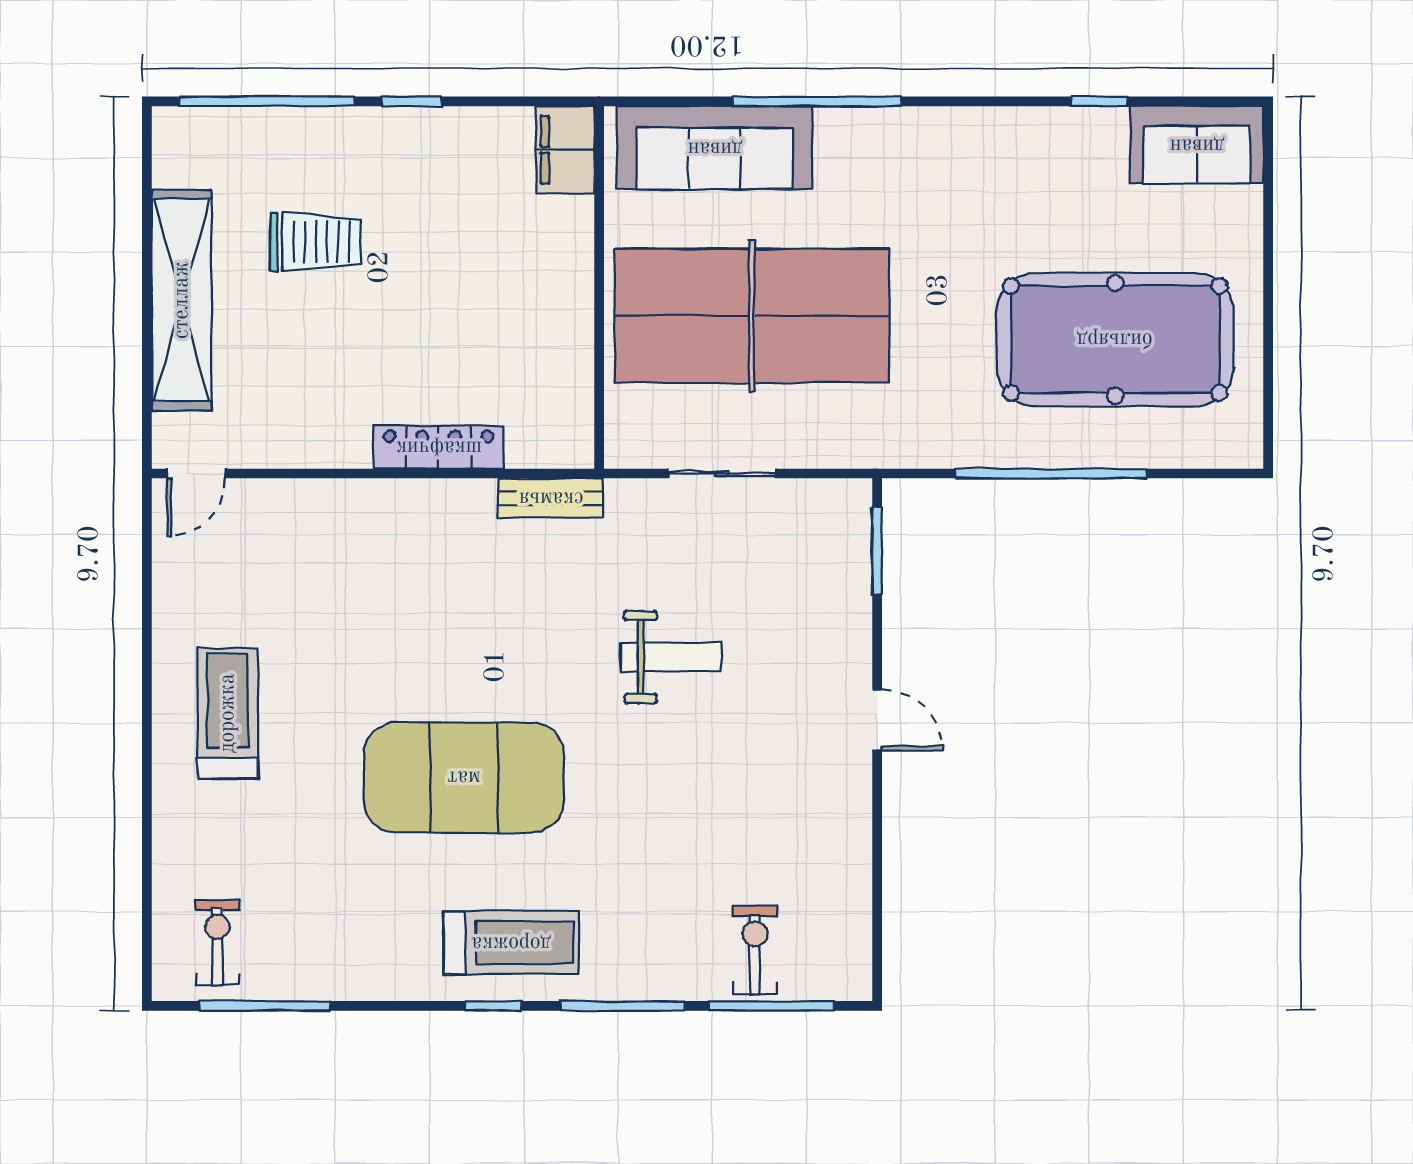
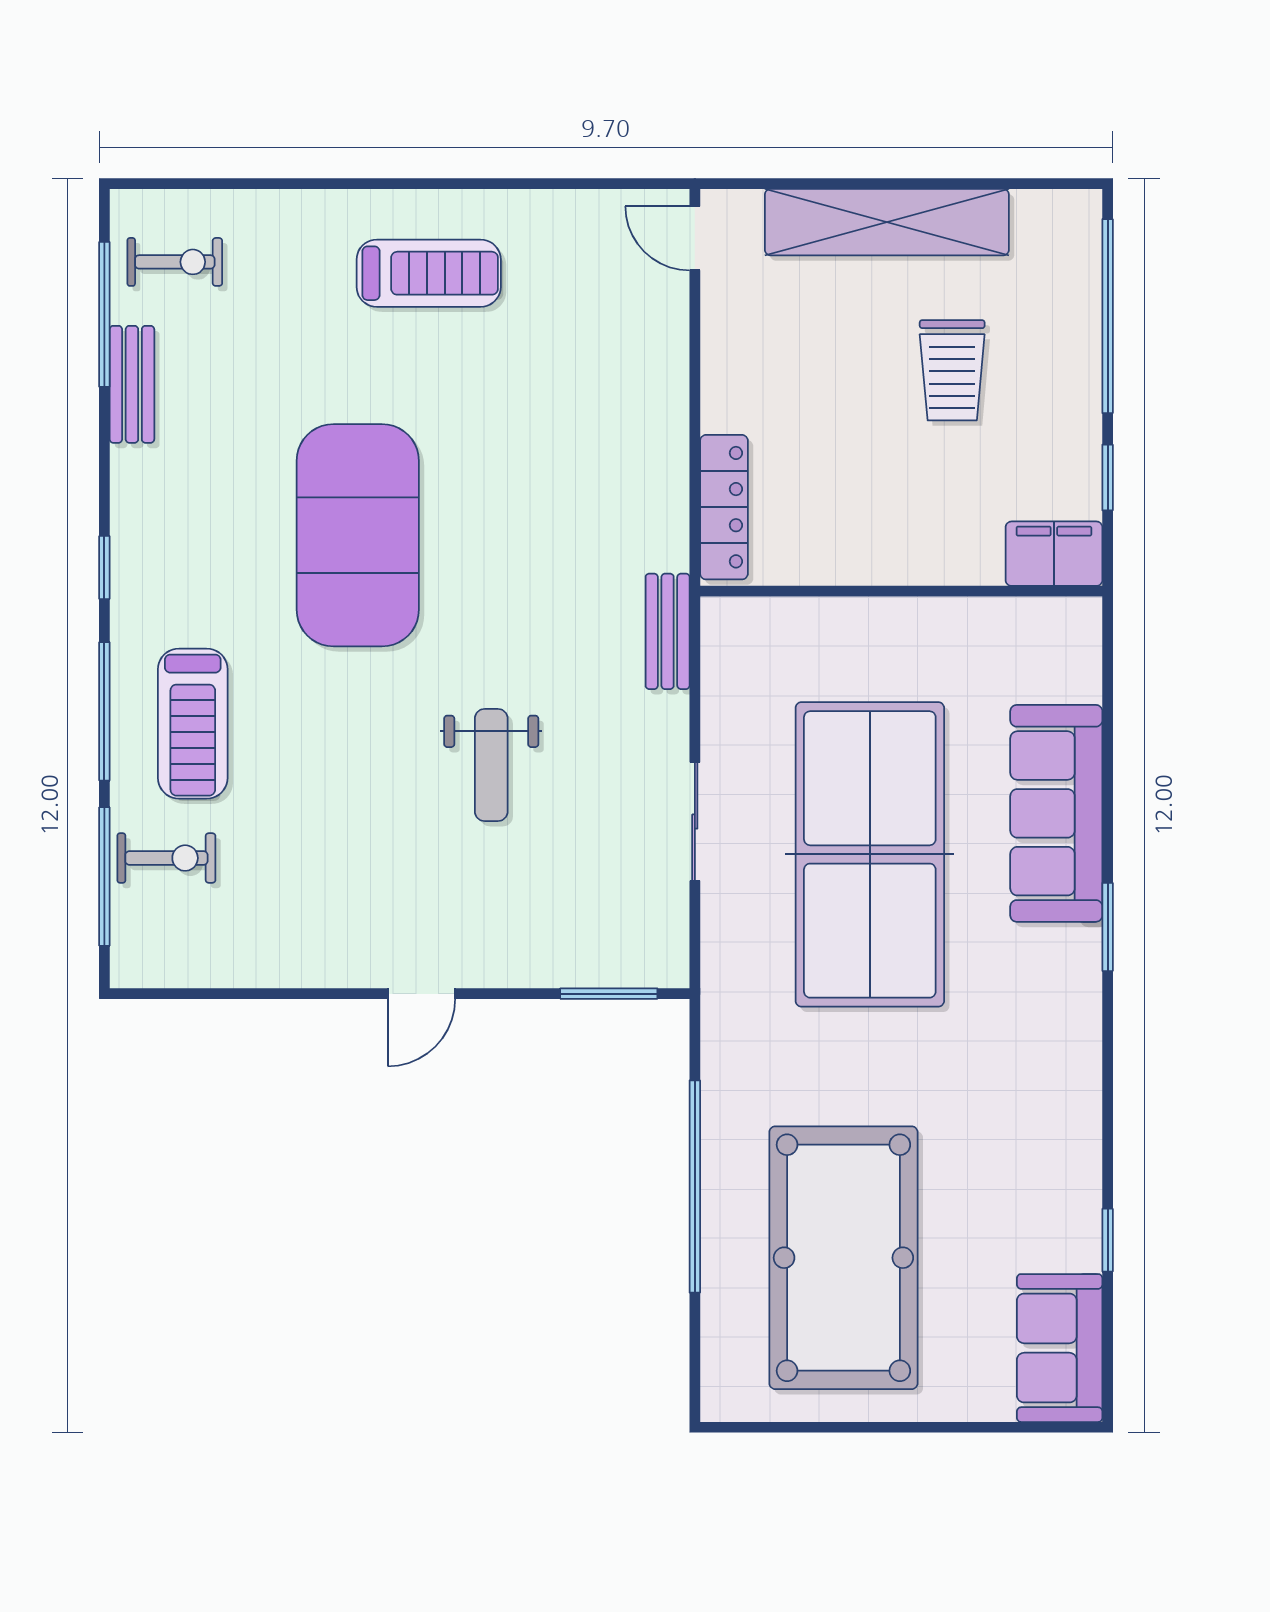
window: (817, 101) -> (1108, 927), width x0.47
filing cabinet: (565, 150) -> (1054, 554), moved
wall: (599, 287) -> (901, 591), moved
treadmill: (511, 943) -> (193, 724), moved
bench: (328, 981) -> (132, 384), added

